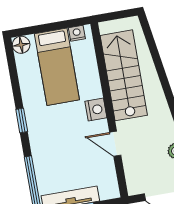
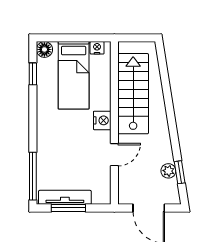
window: (22, 121) -> (33, 74), moved
door: (115, 144) -> (114, 155), swing flipped

